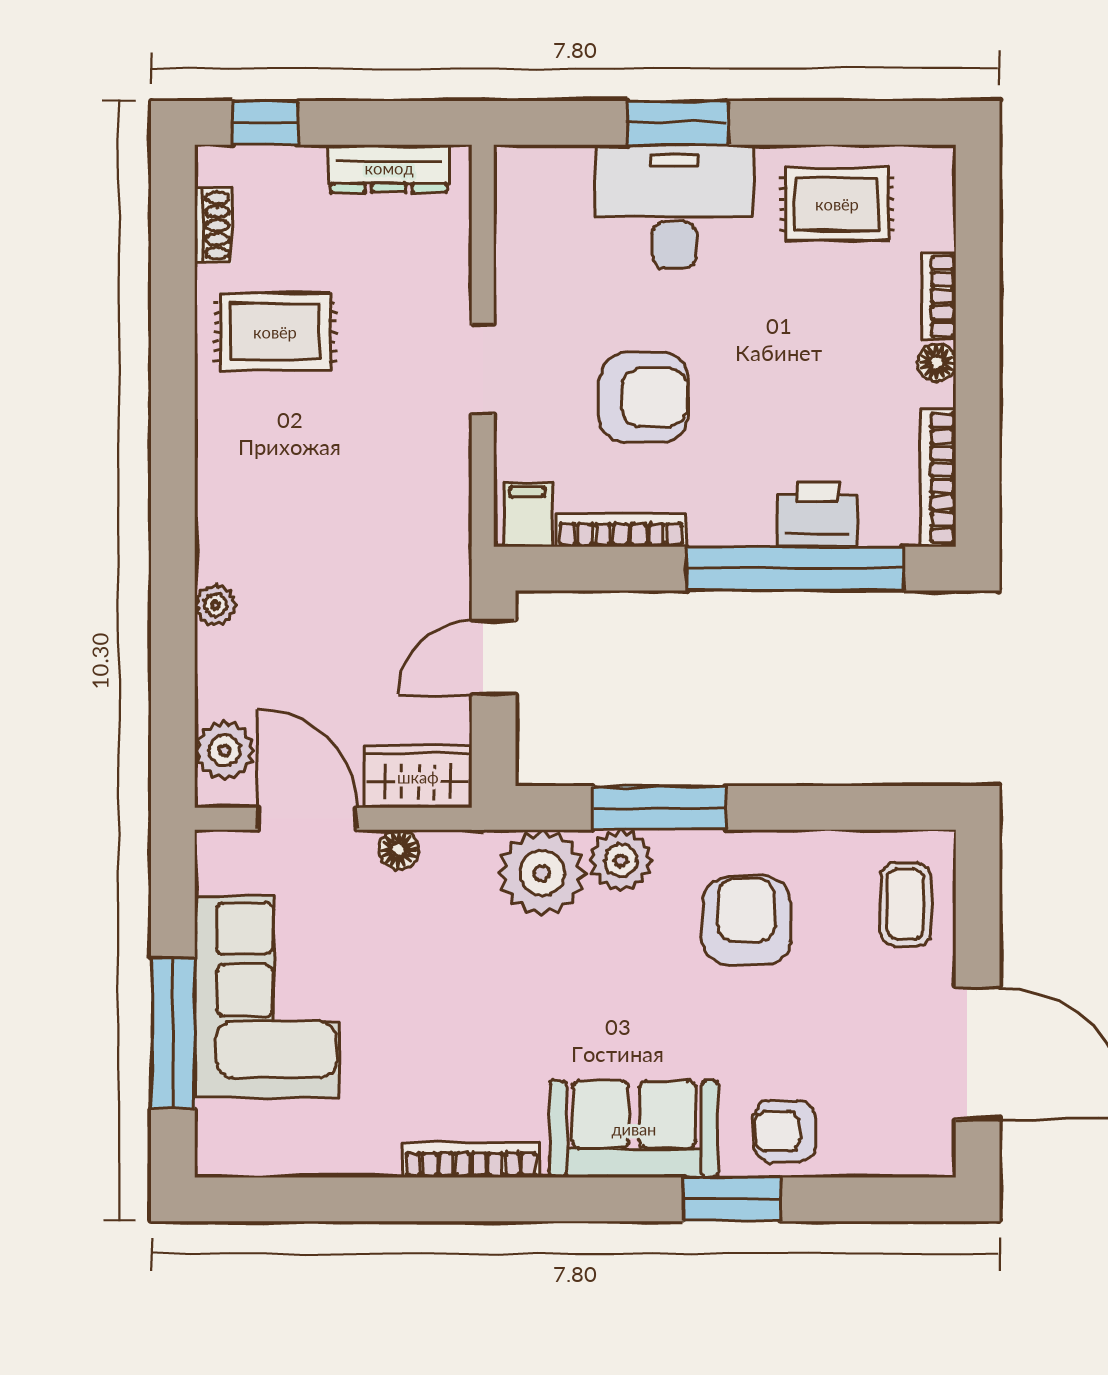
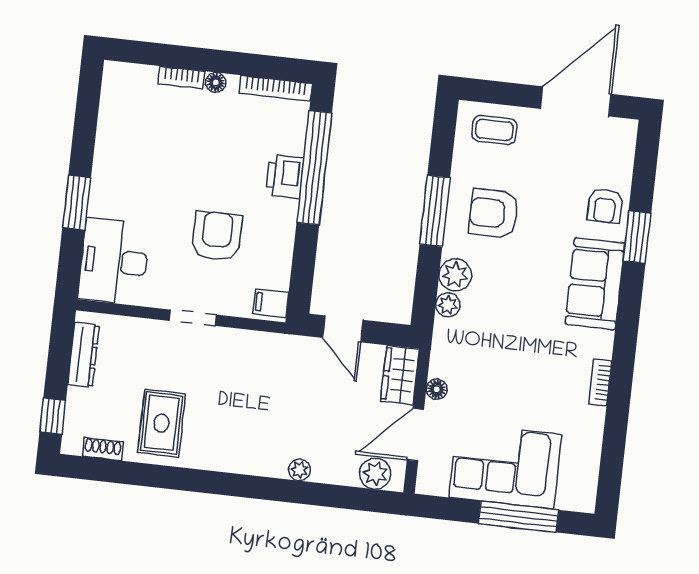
rug: (837, 204) -> (128, 125), removed
desk: (674, 207) -> (114, 261), moved
printer: (817, 514) -> (285, 176), moved
bookcase: (621, 530) -> (284, 256), removed
window: (659, 808) -> (435, 211), moved
plant: (542, 873) -> (448, 305), width x0.53, depth x0.53
bookcase: (471, 1160) -> (600, 383), width x0.64

